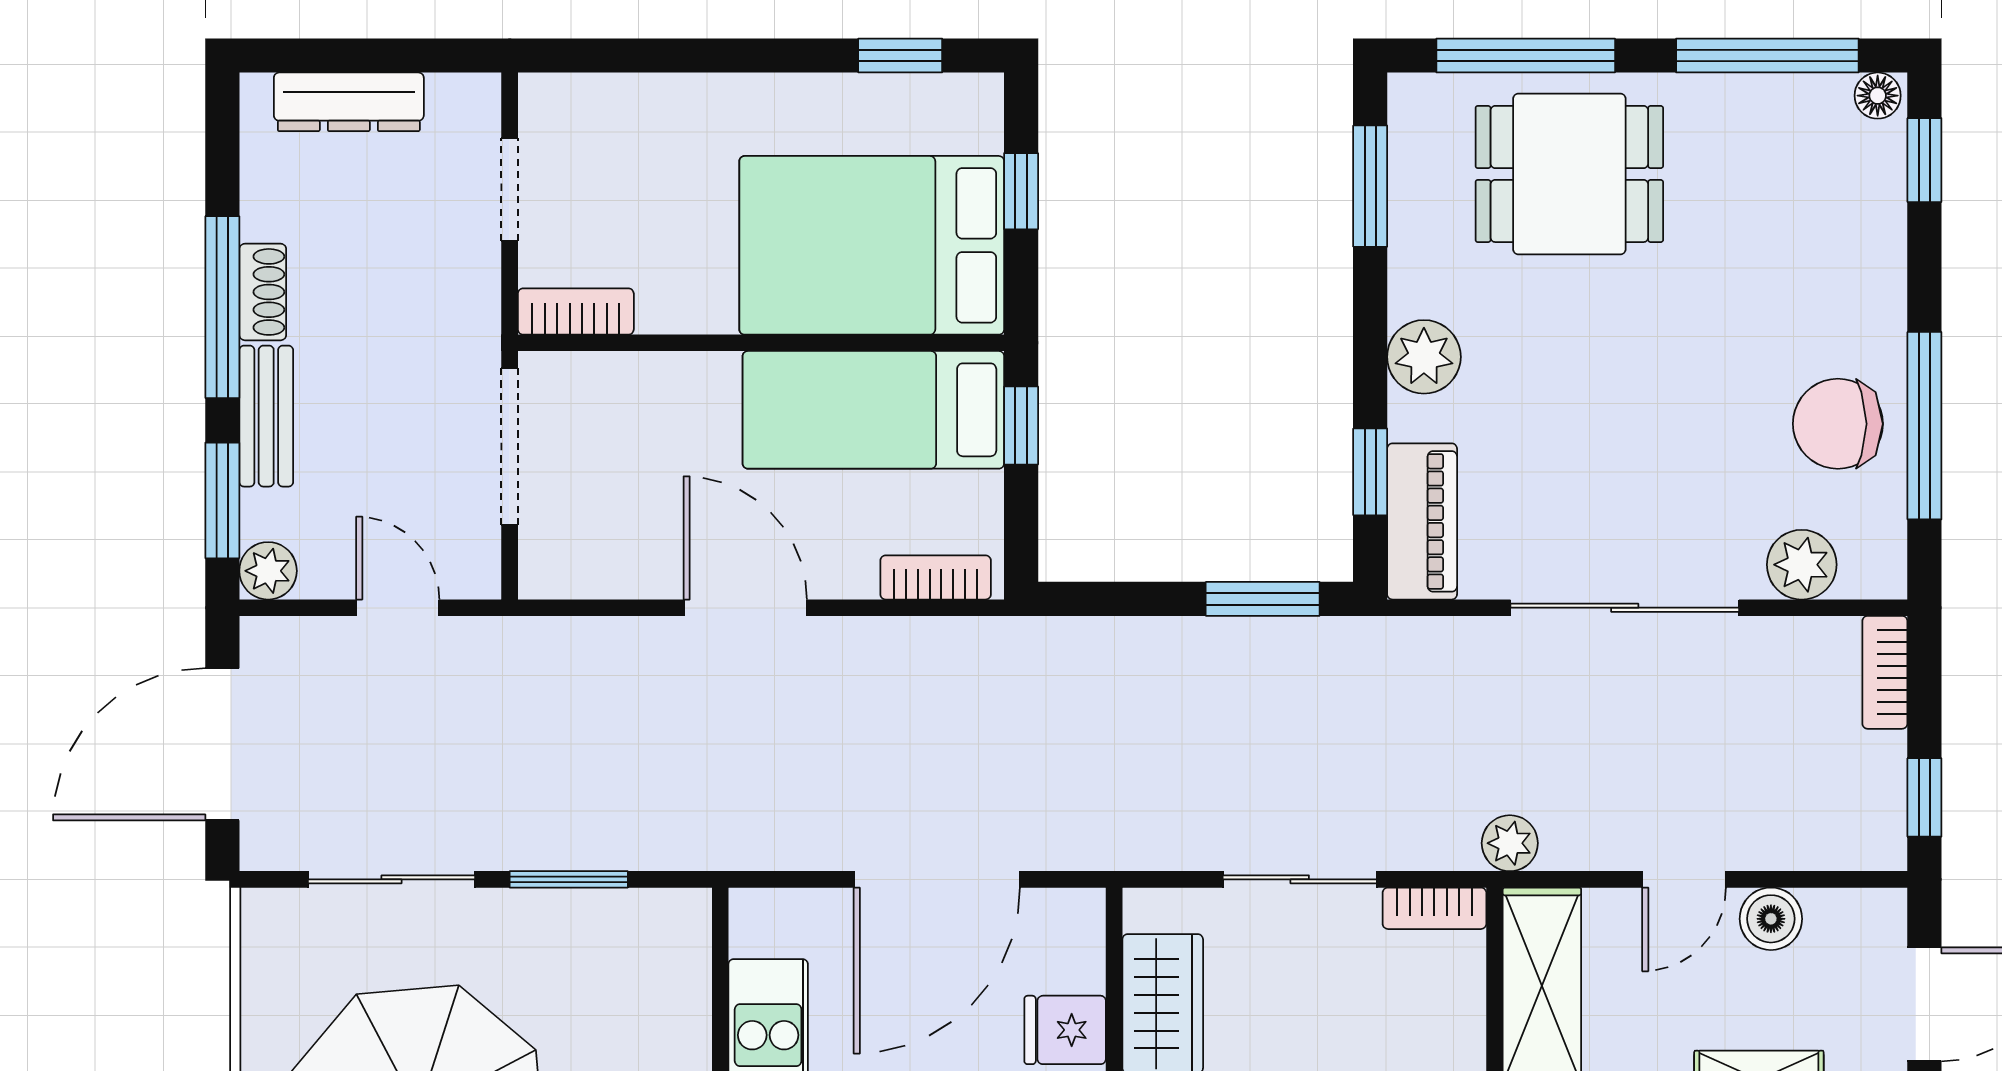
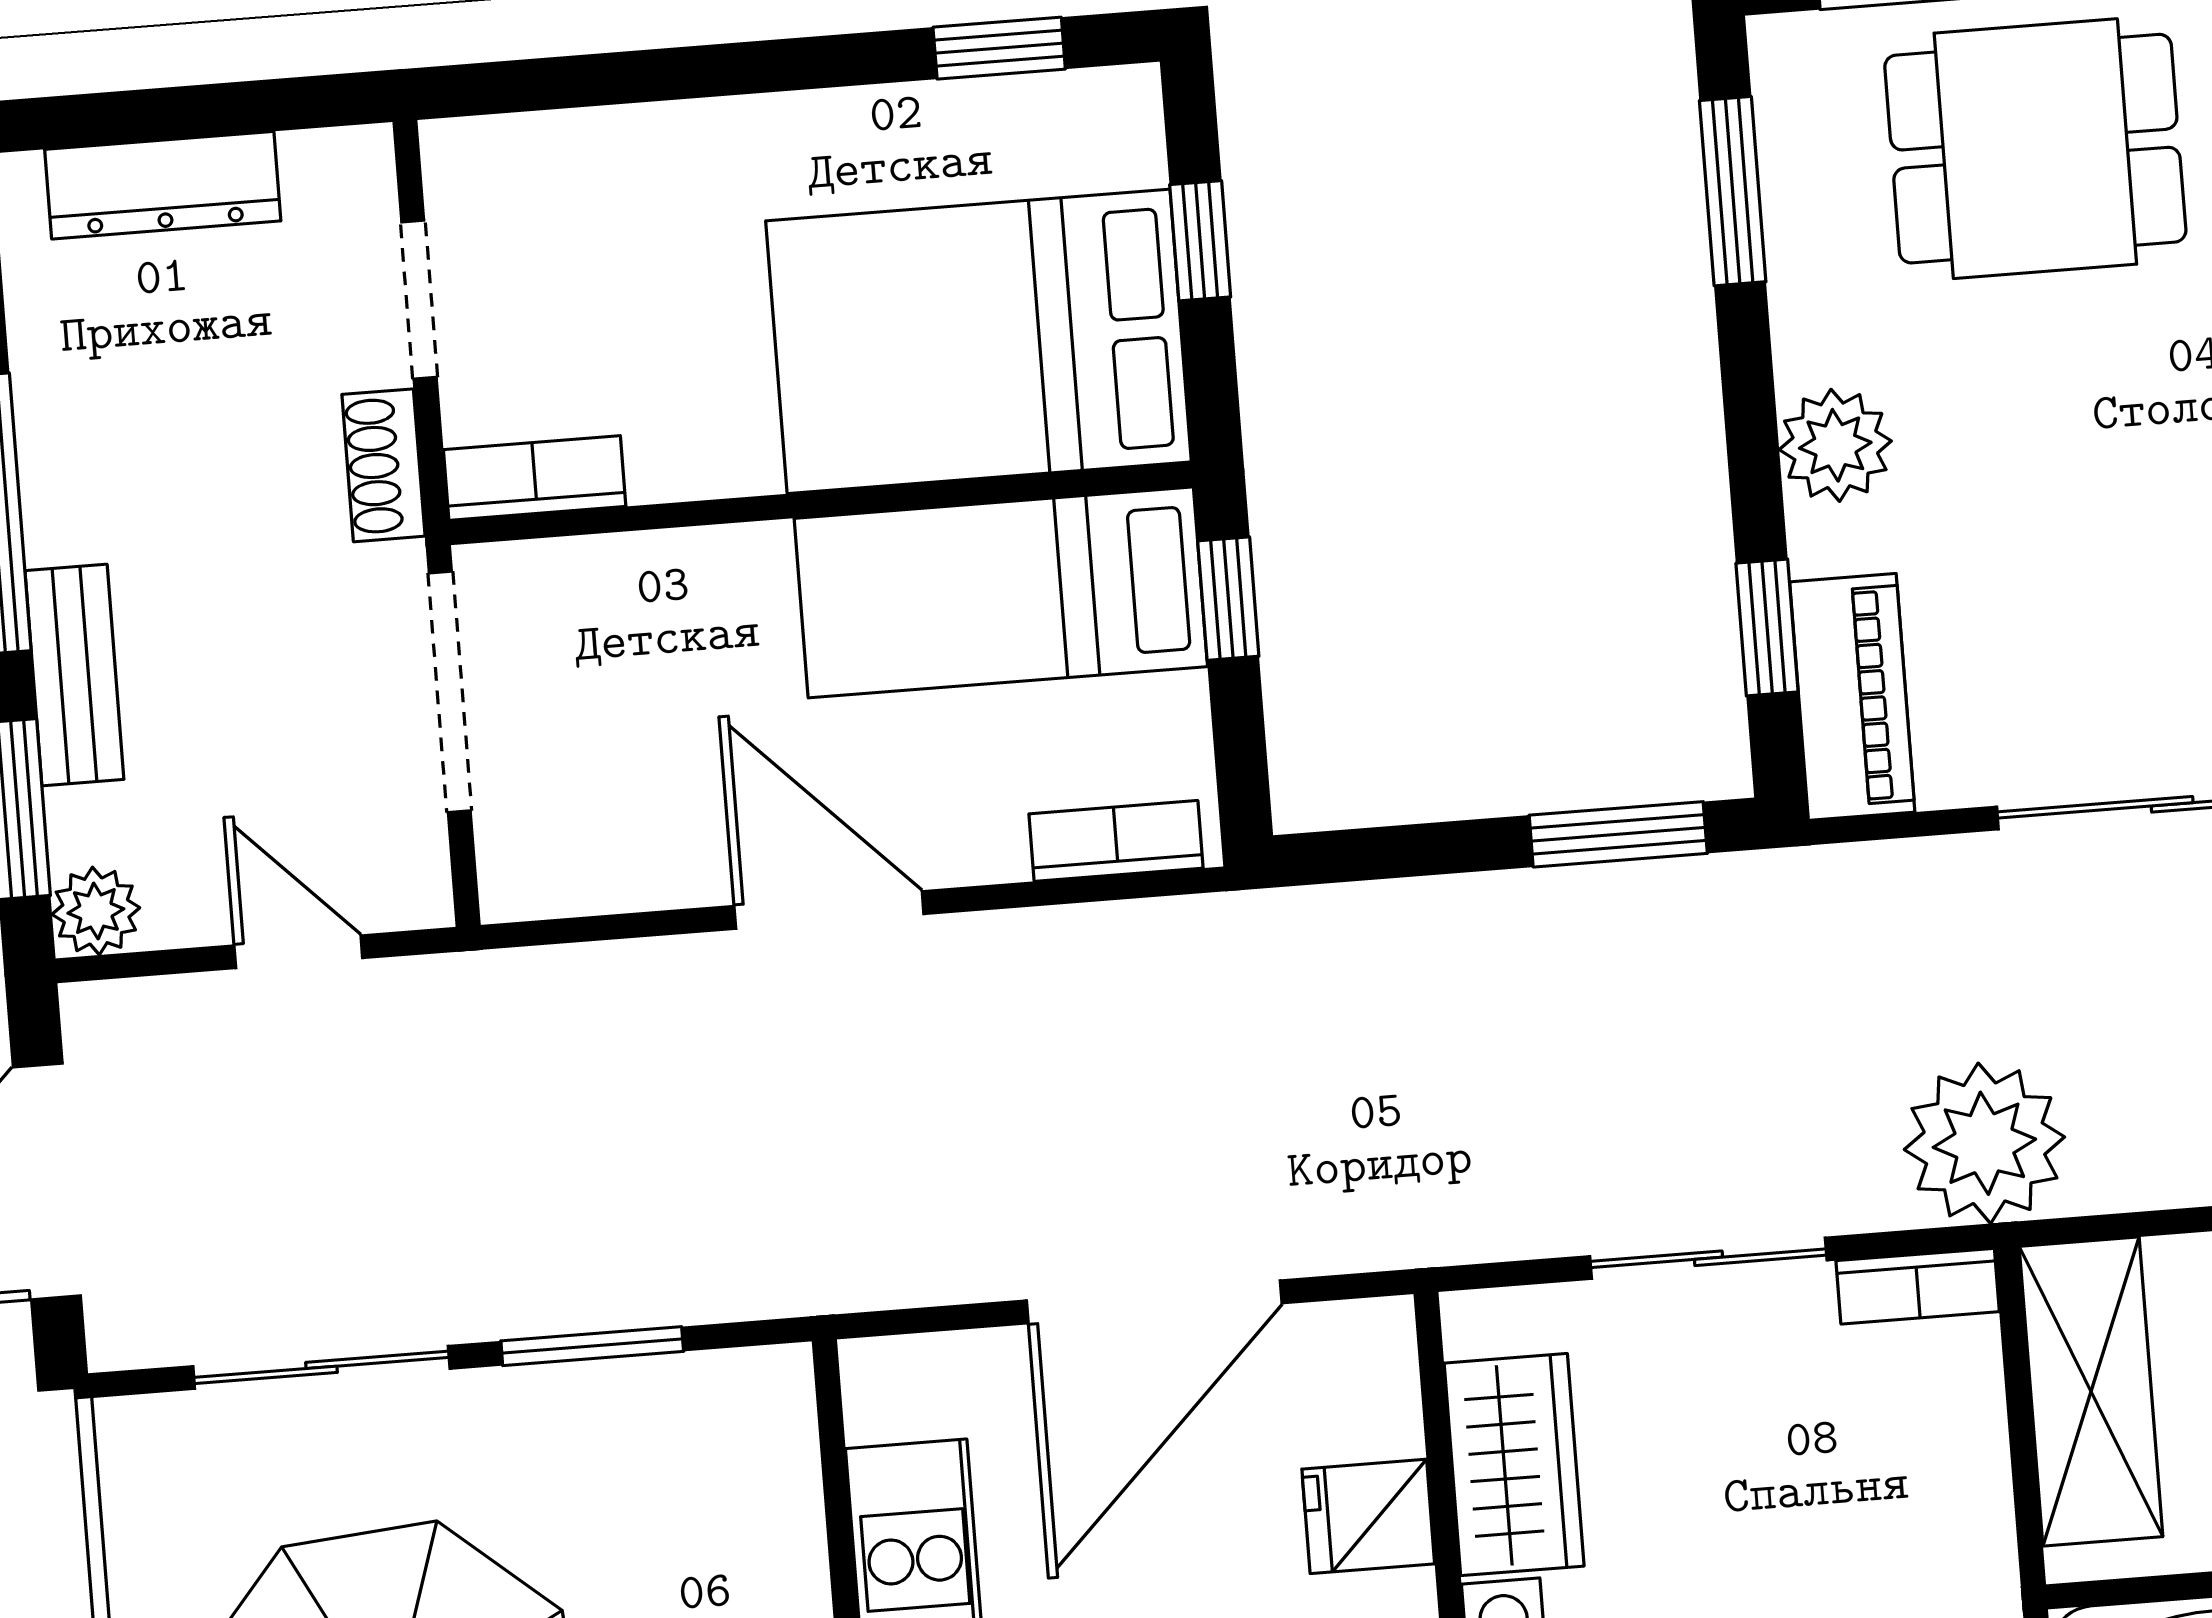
shoe rack: (263, 292) -> (383, 465), moved, turned 180
plant: (1510, 843) -> (1984, 1143), width x1.88, depth x1.88

